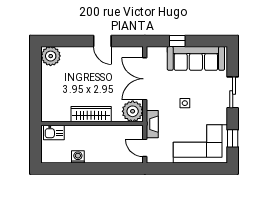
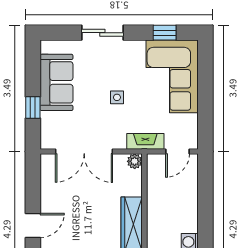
door: (102, 41) -> (33, 225), moved
sofa: (196, 58) -> (56, 82), width x0.73
plant: (133, 111) -> (135, 161), width x0.53, depth x0.53

